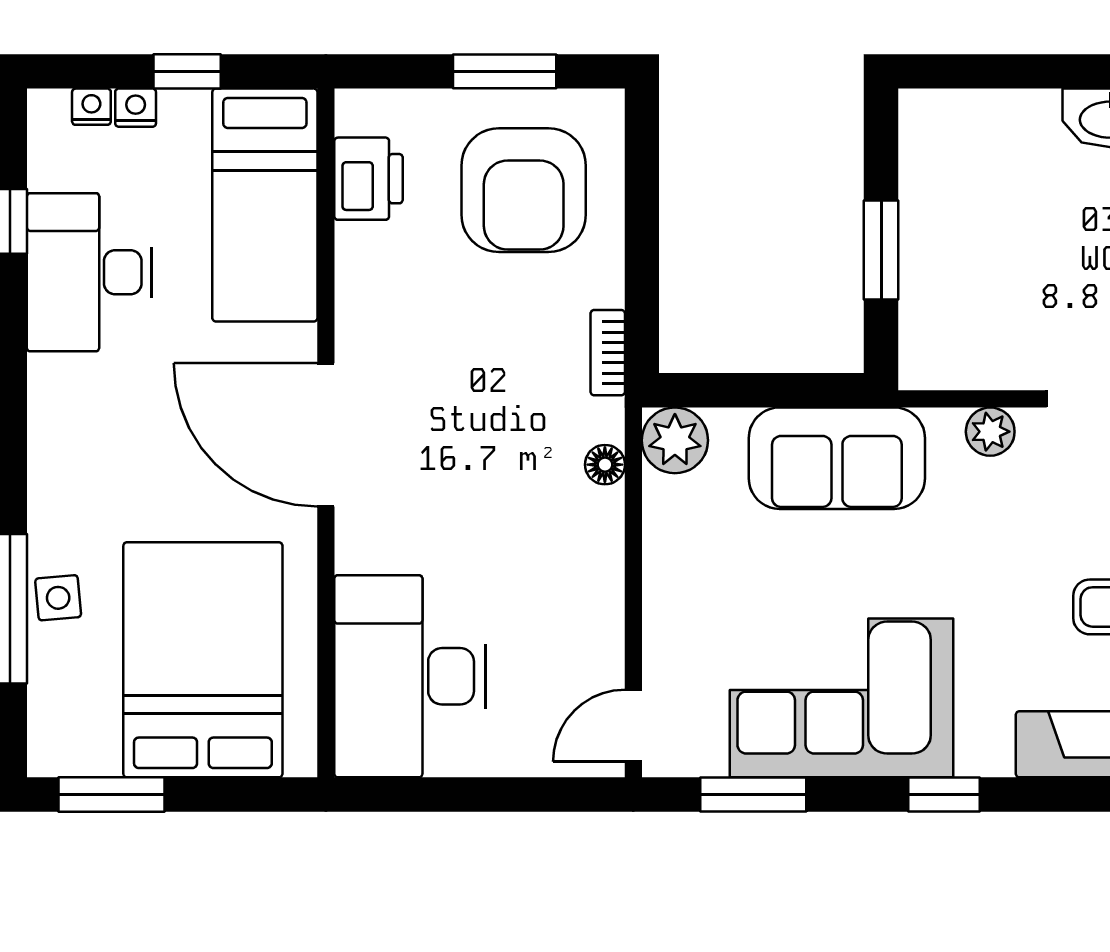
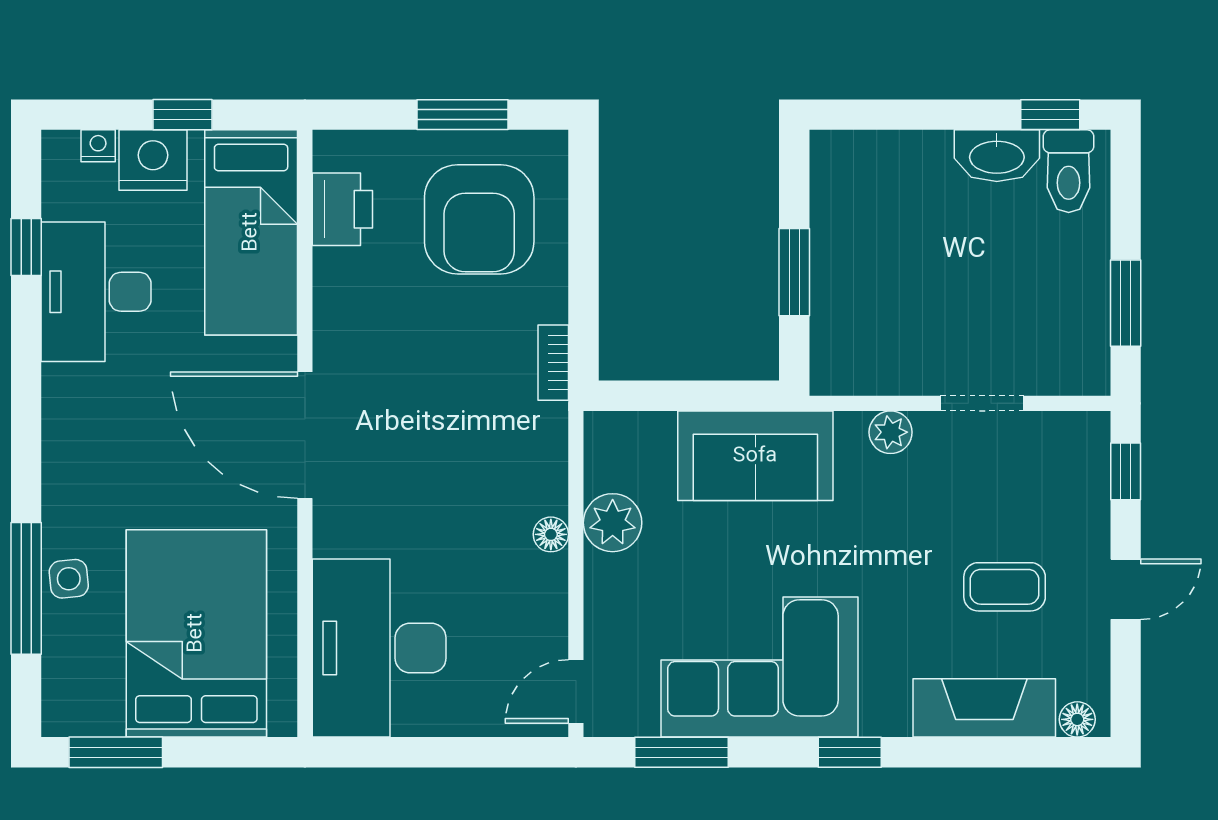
nightstand: (136, 108) -> (153, 160), width x1.89, depth x1.79
plant: (675, 440) -> (613, 523), moved
floor lamp: (605, 465) -> (551, 534), moved

